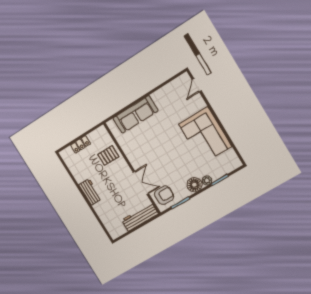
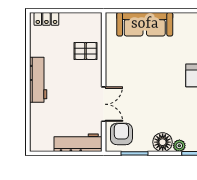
locker: (80, 144) -> (46, 19), moved
workbench: (90, 192) -> (38, 80), width x1.38
armchair: (164, 195) -> (121, 134), turned -90

